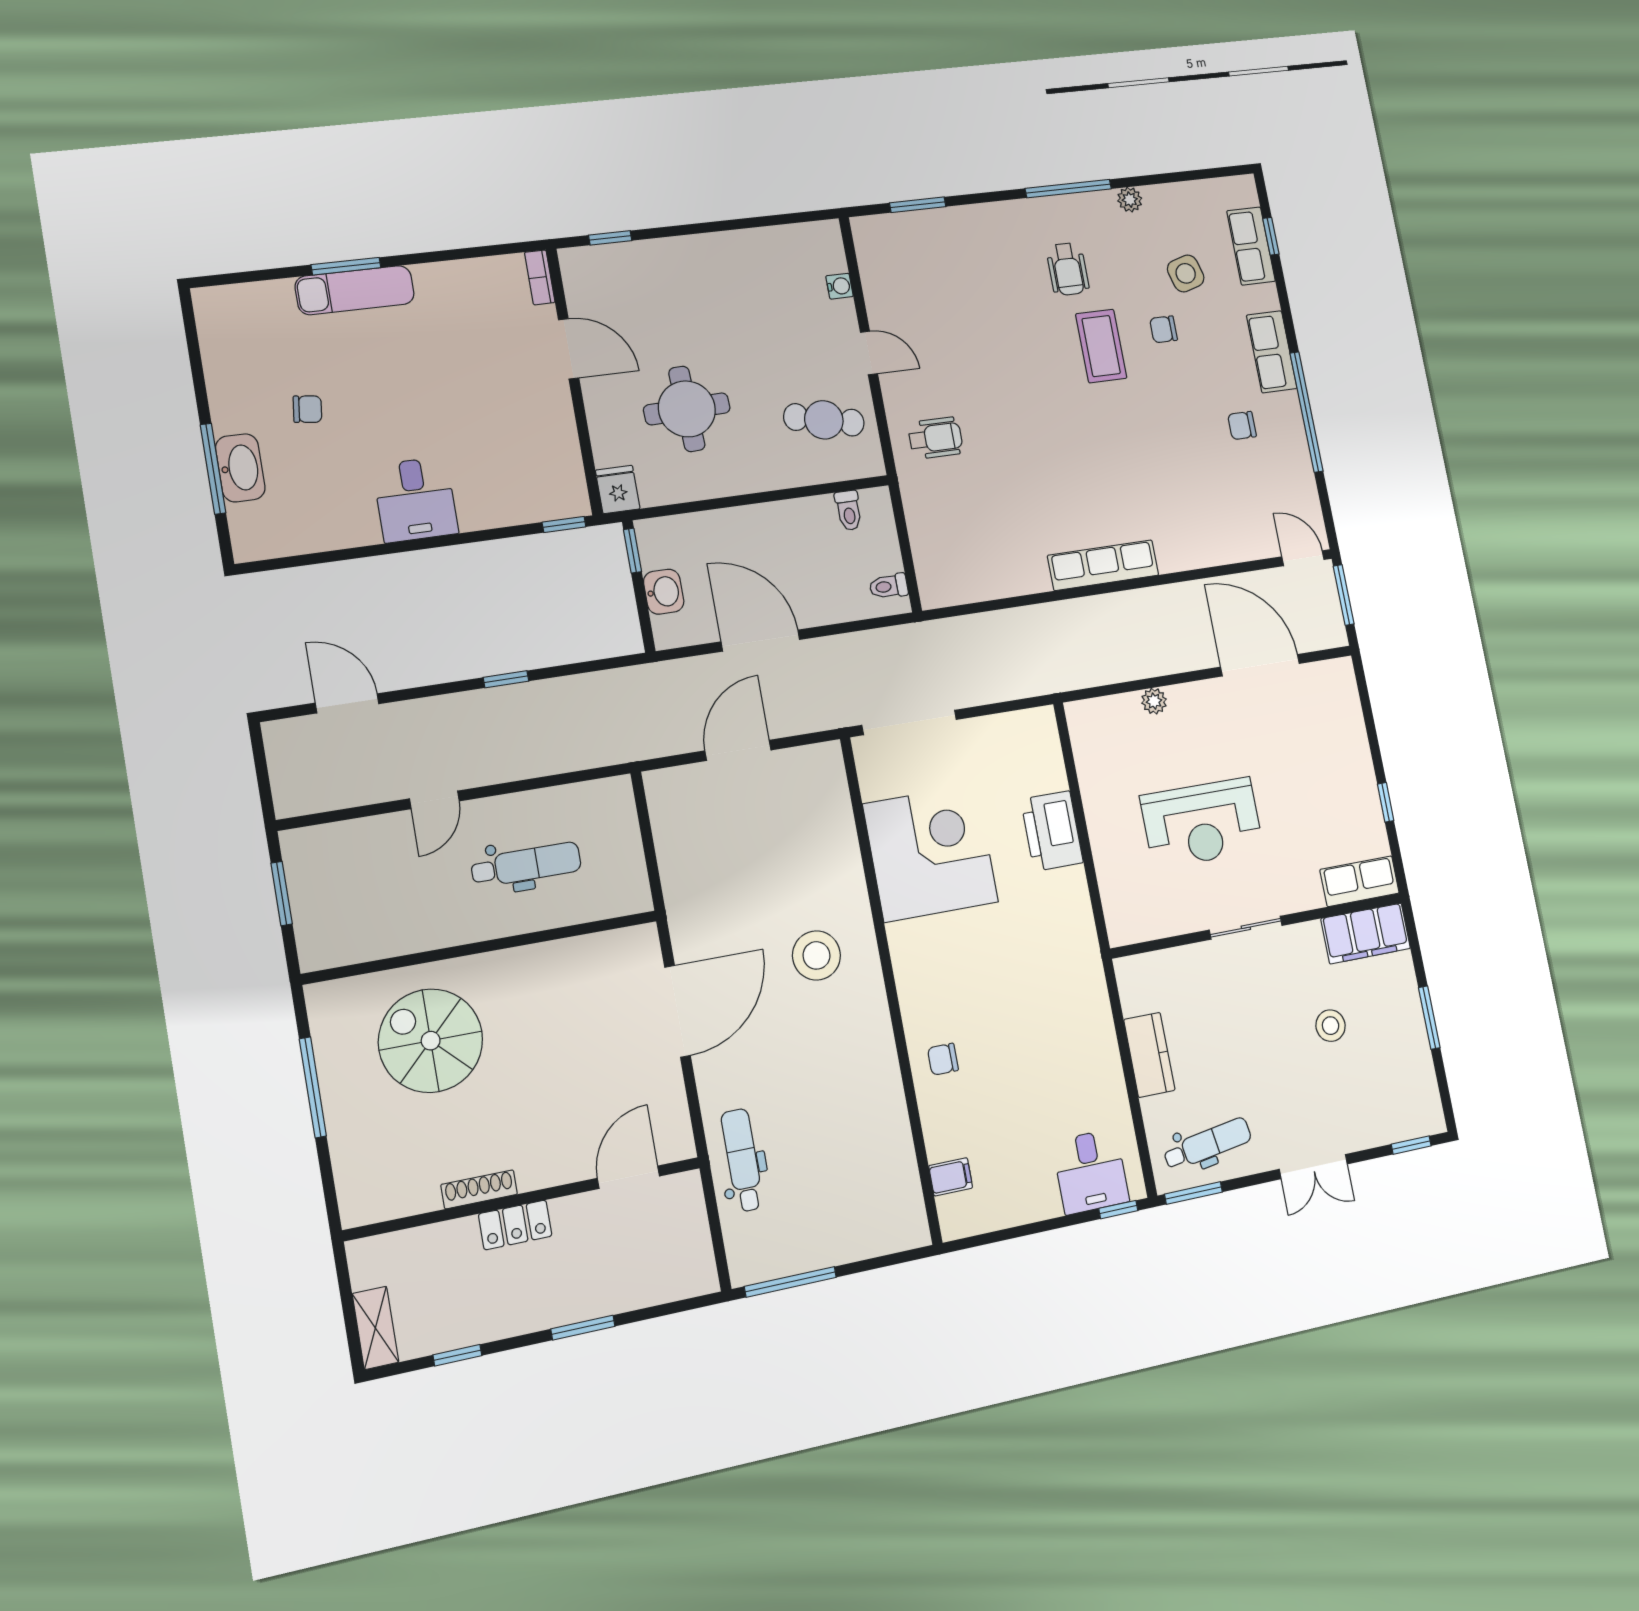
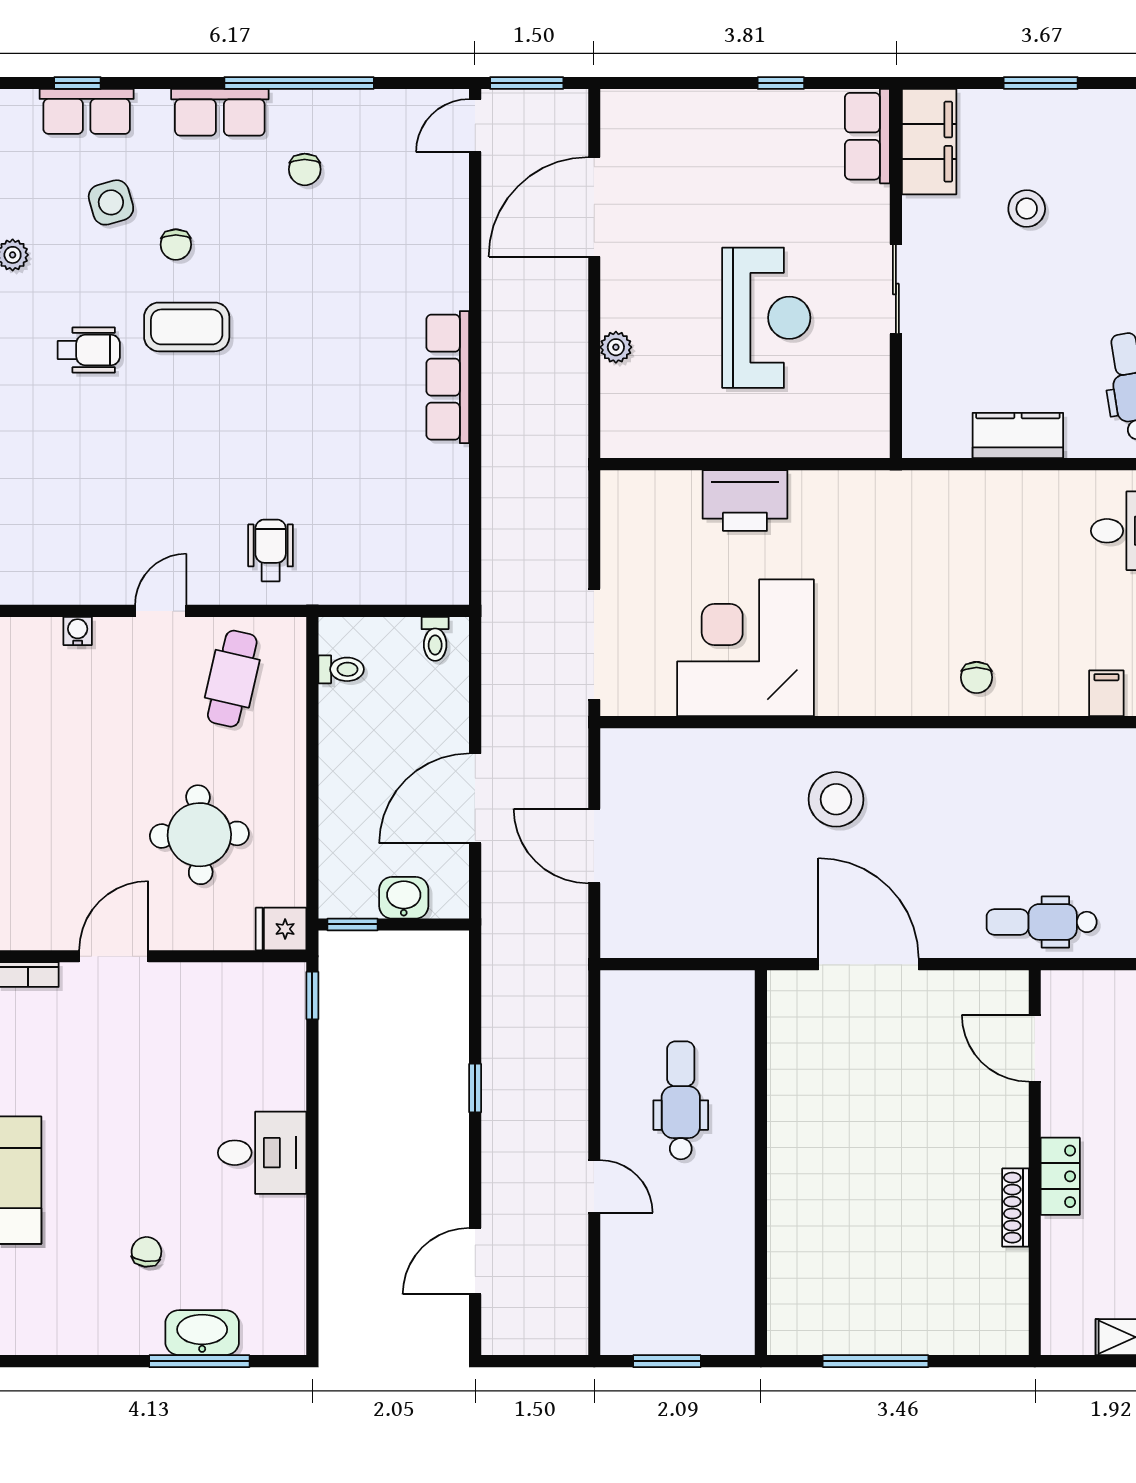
spiral stairs: (431, 1041) -> (850, 1232), removed

